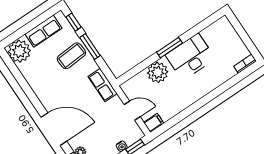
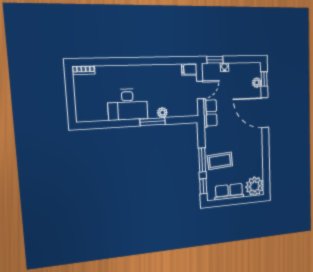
window: (170, 48) -> (153, 122), moved
plant: (158, 72) -> (162, 113), width x0.53, depth x0.53
row of seats: (103, 85) -> (210, 113), moved
door: (132, 111) -> (200, 90), swing flipped

